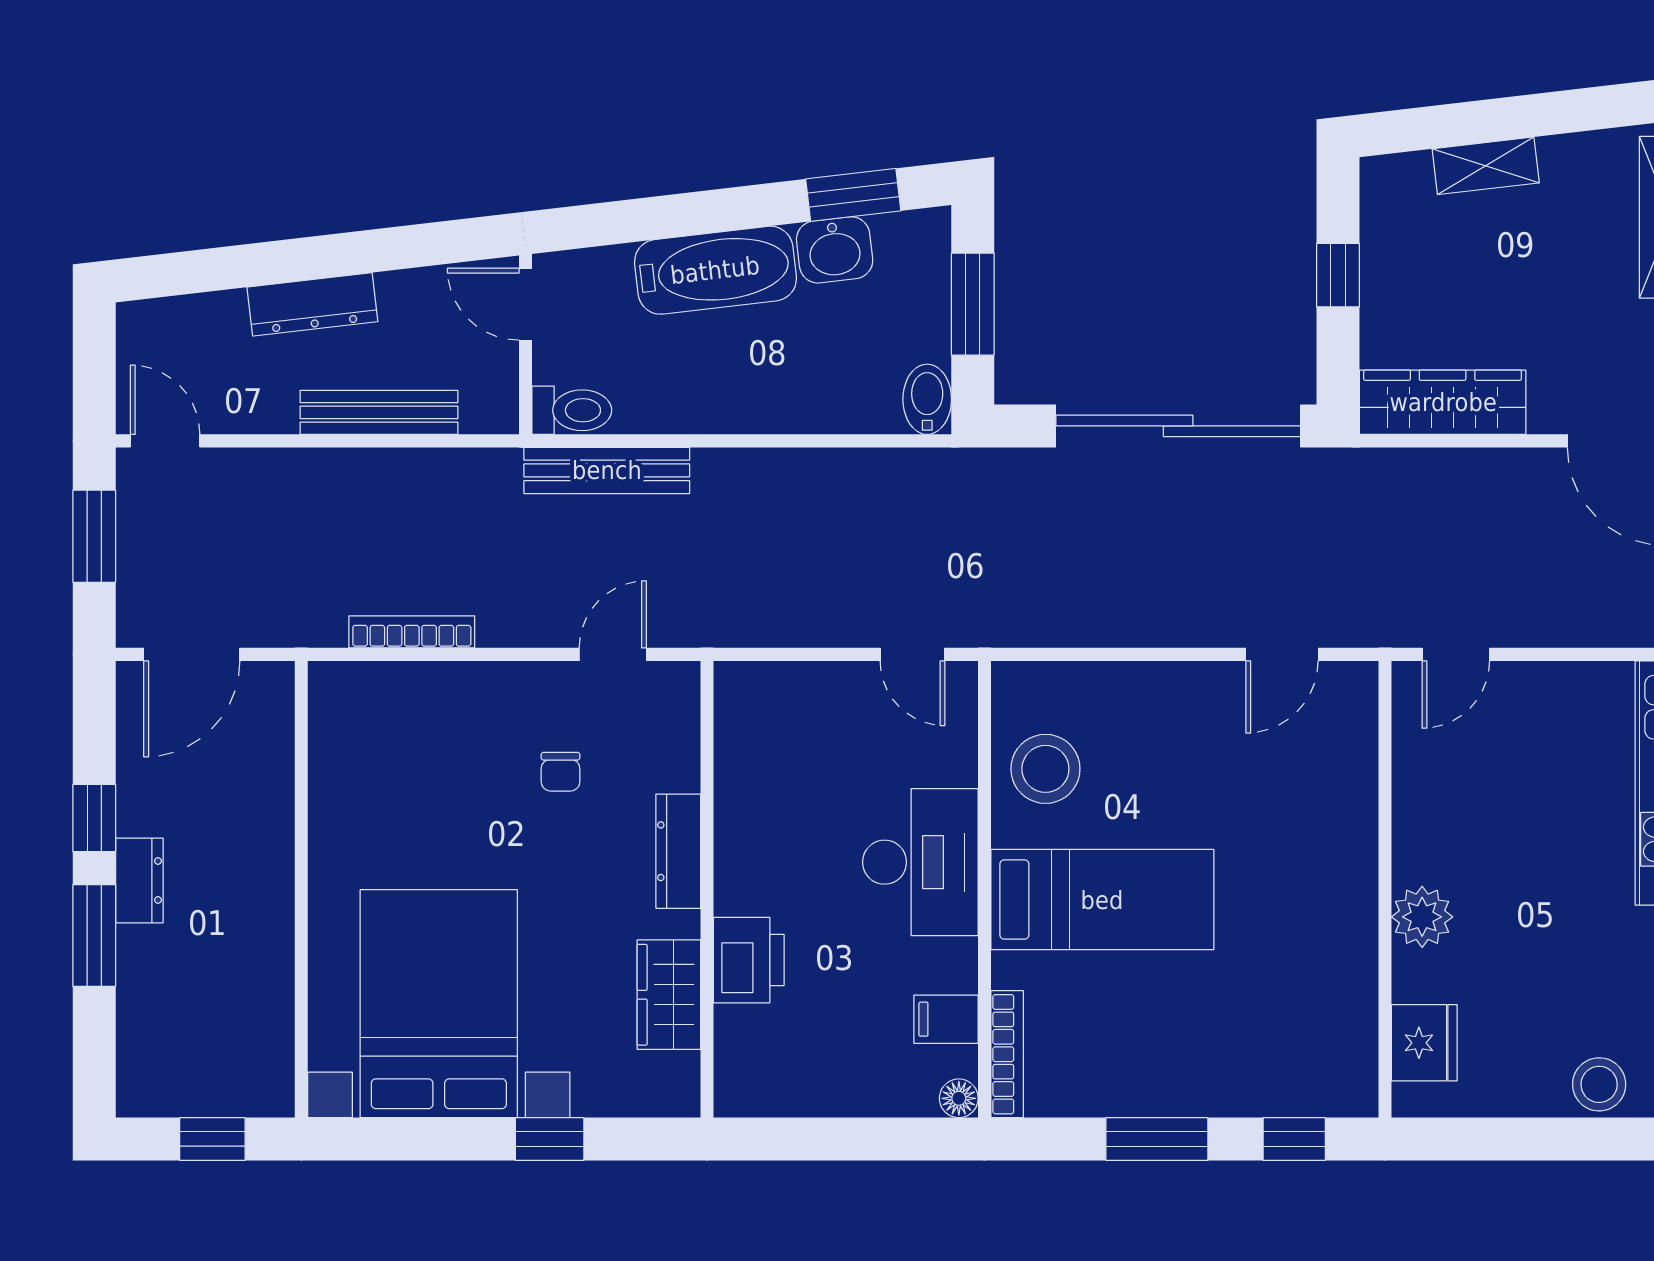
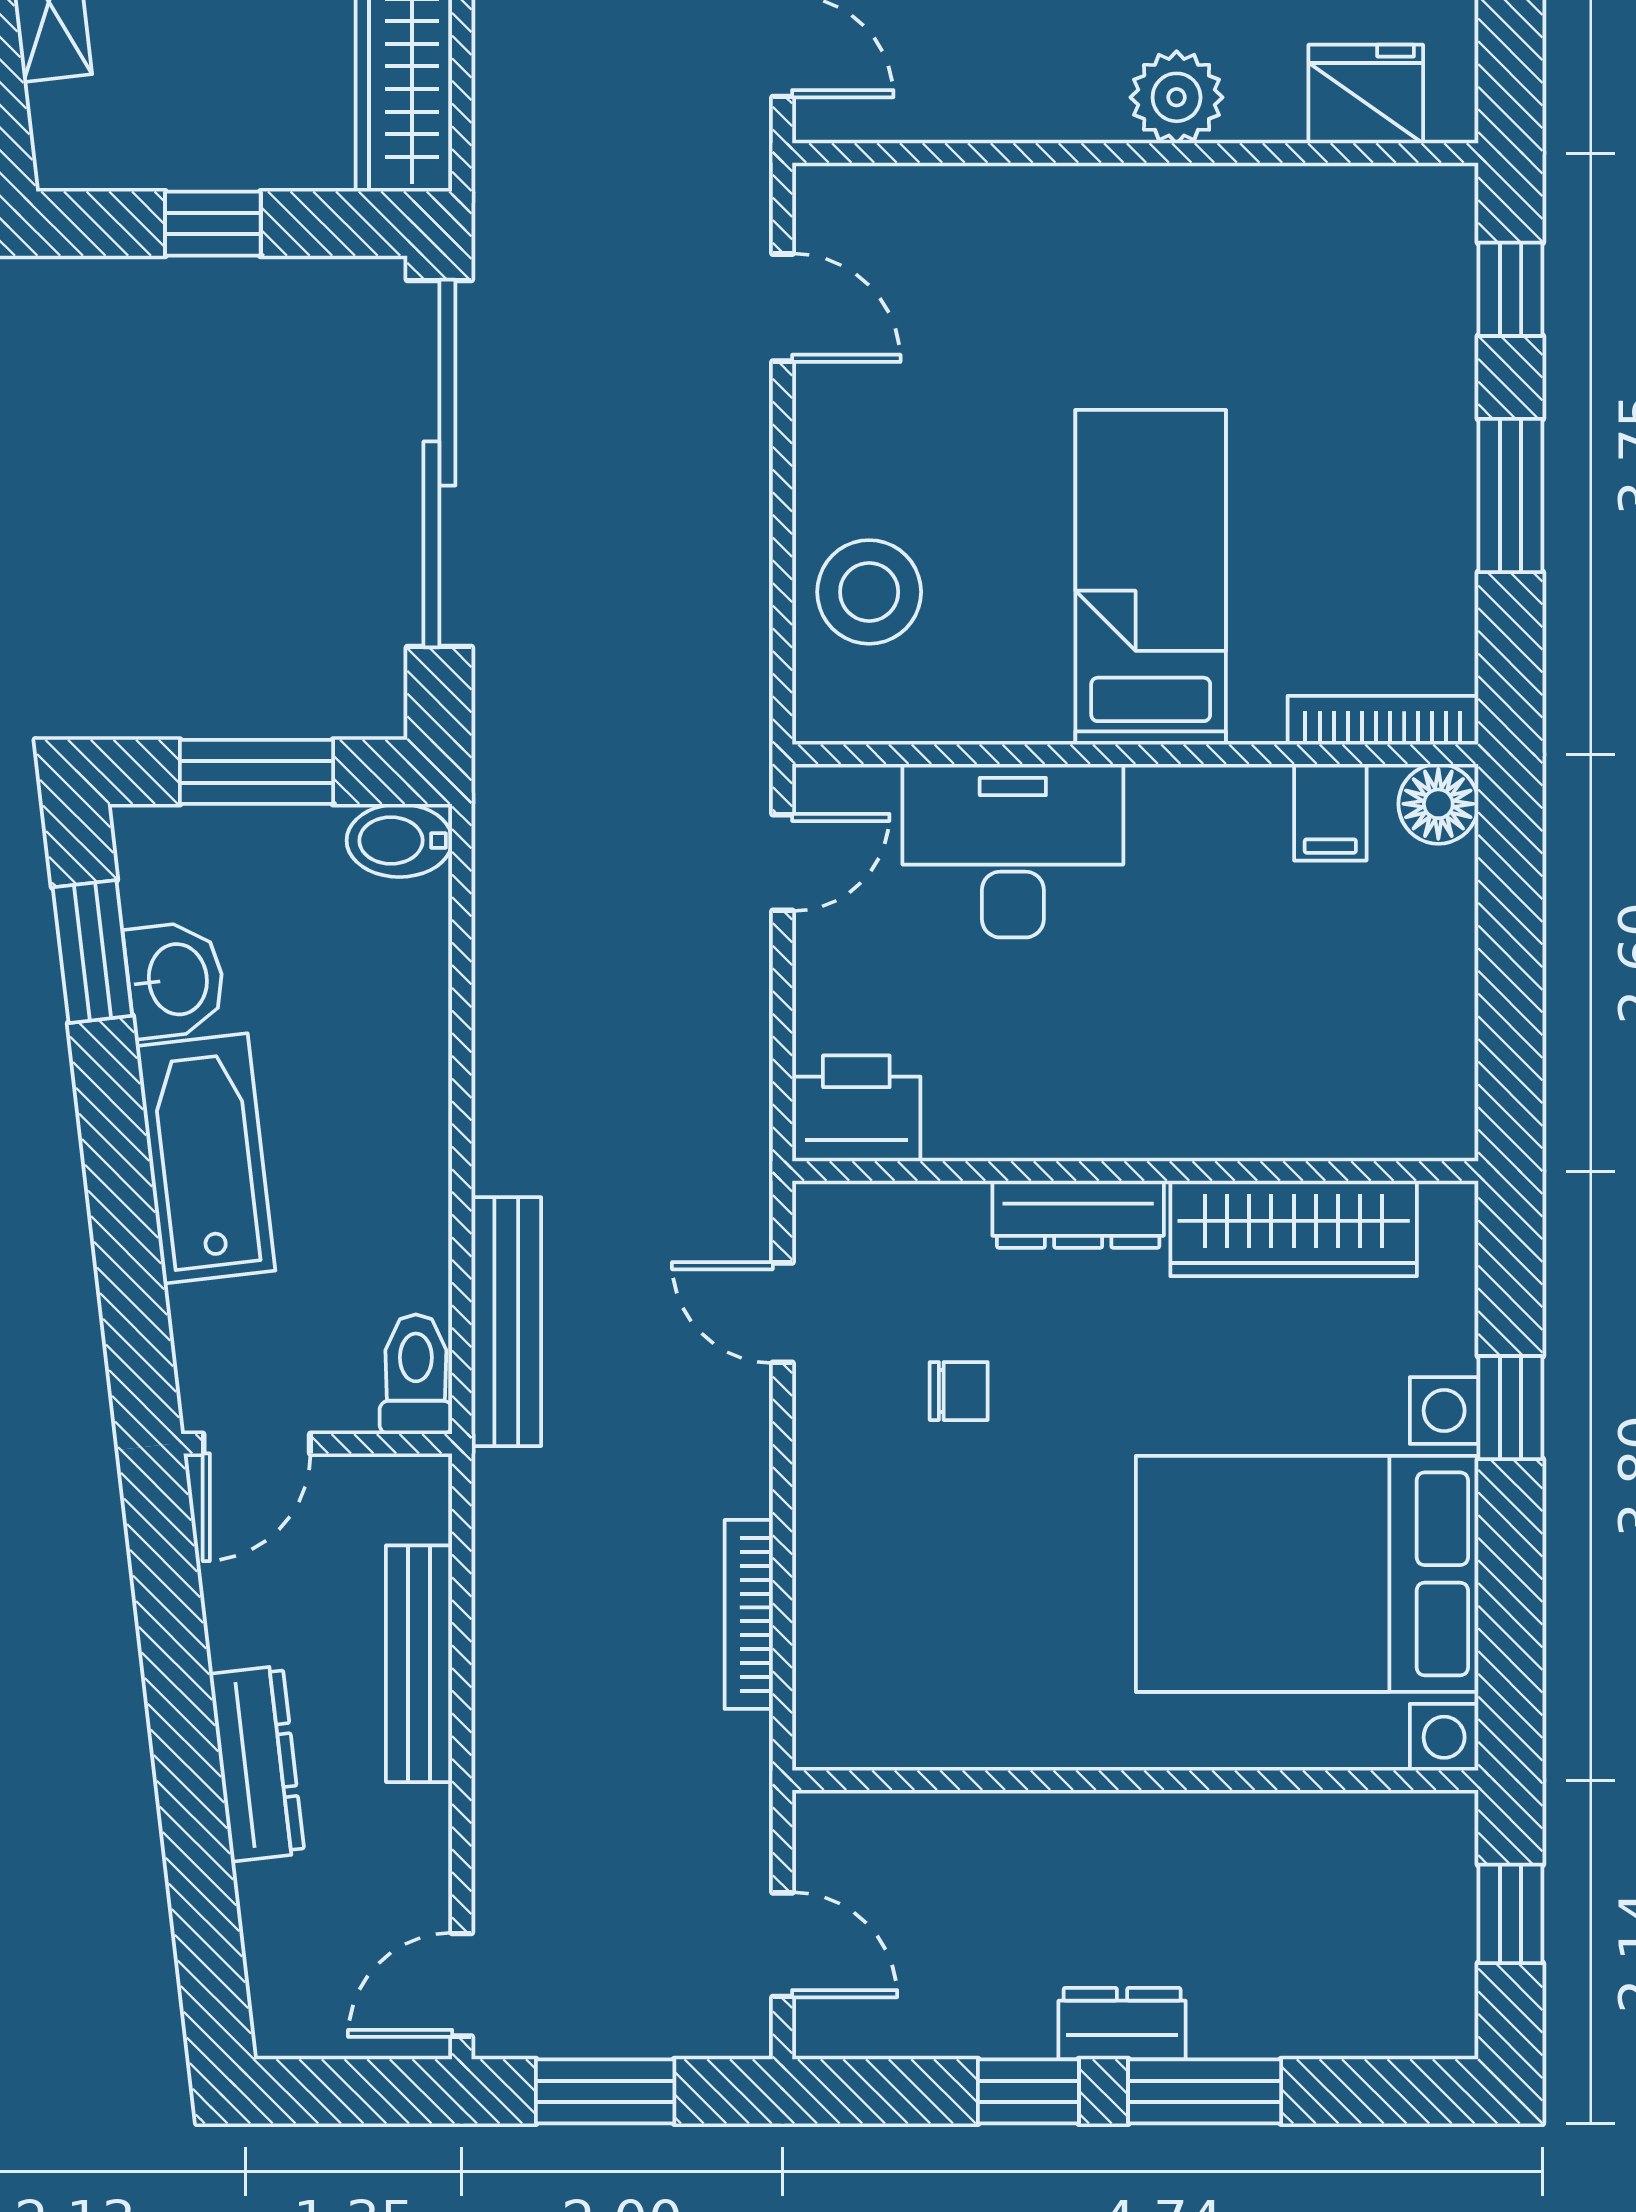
door: (192, 654) -> (782, 1945), width x0.73
stool: (1045, 769) -> (869, 592), moved
desk: (920, 862) -> (1013, 851), moved
printer: (749, 960) -> (856, 1108), moved
wardrobe: (669, 995) -> (1294, 1228), width x1.50
floor lamp: (959, 1098) -> (1438, 804), width x1.37, depth x1.37

